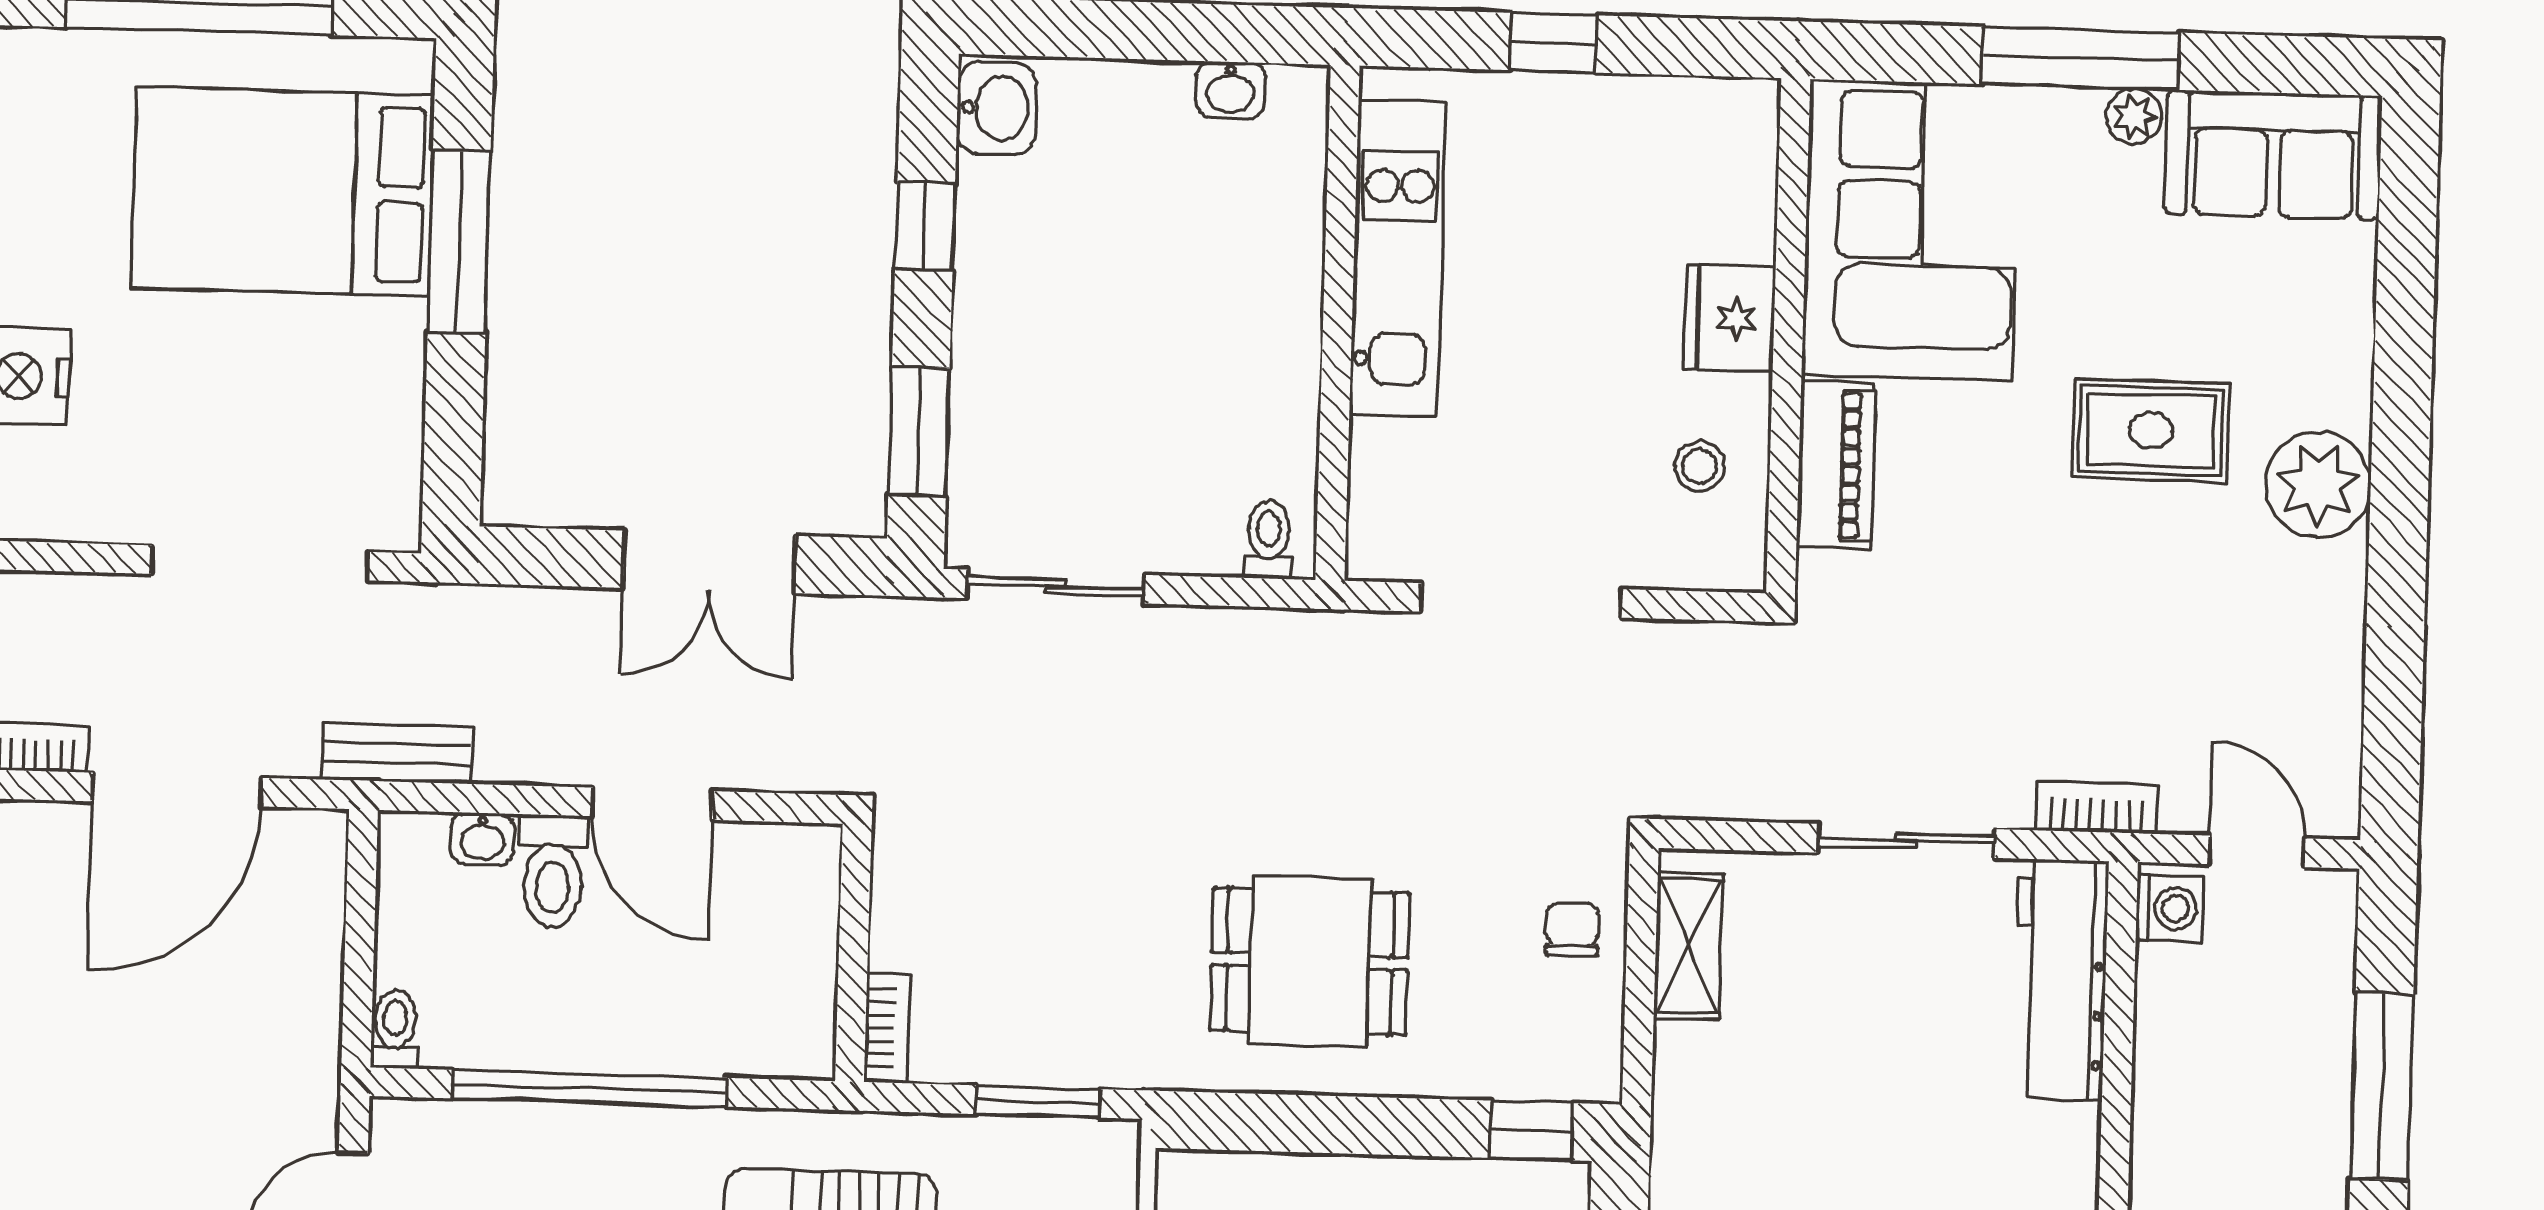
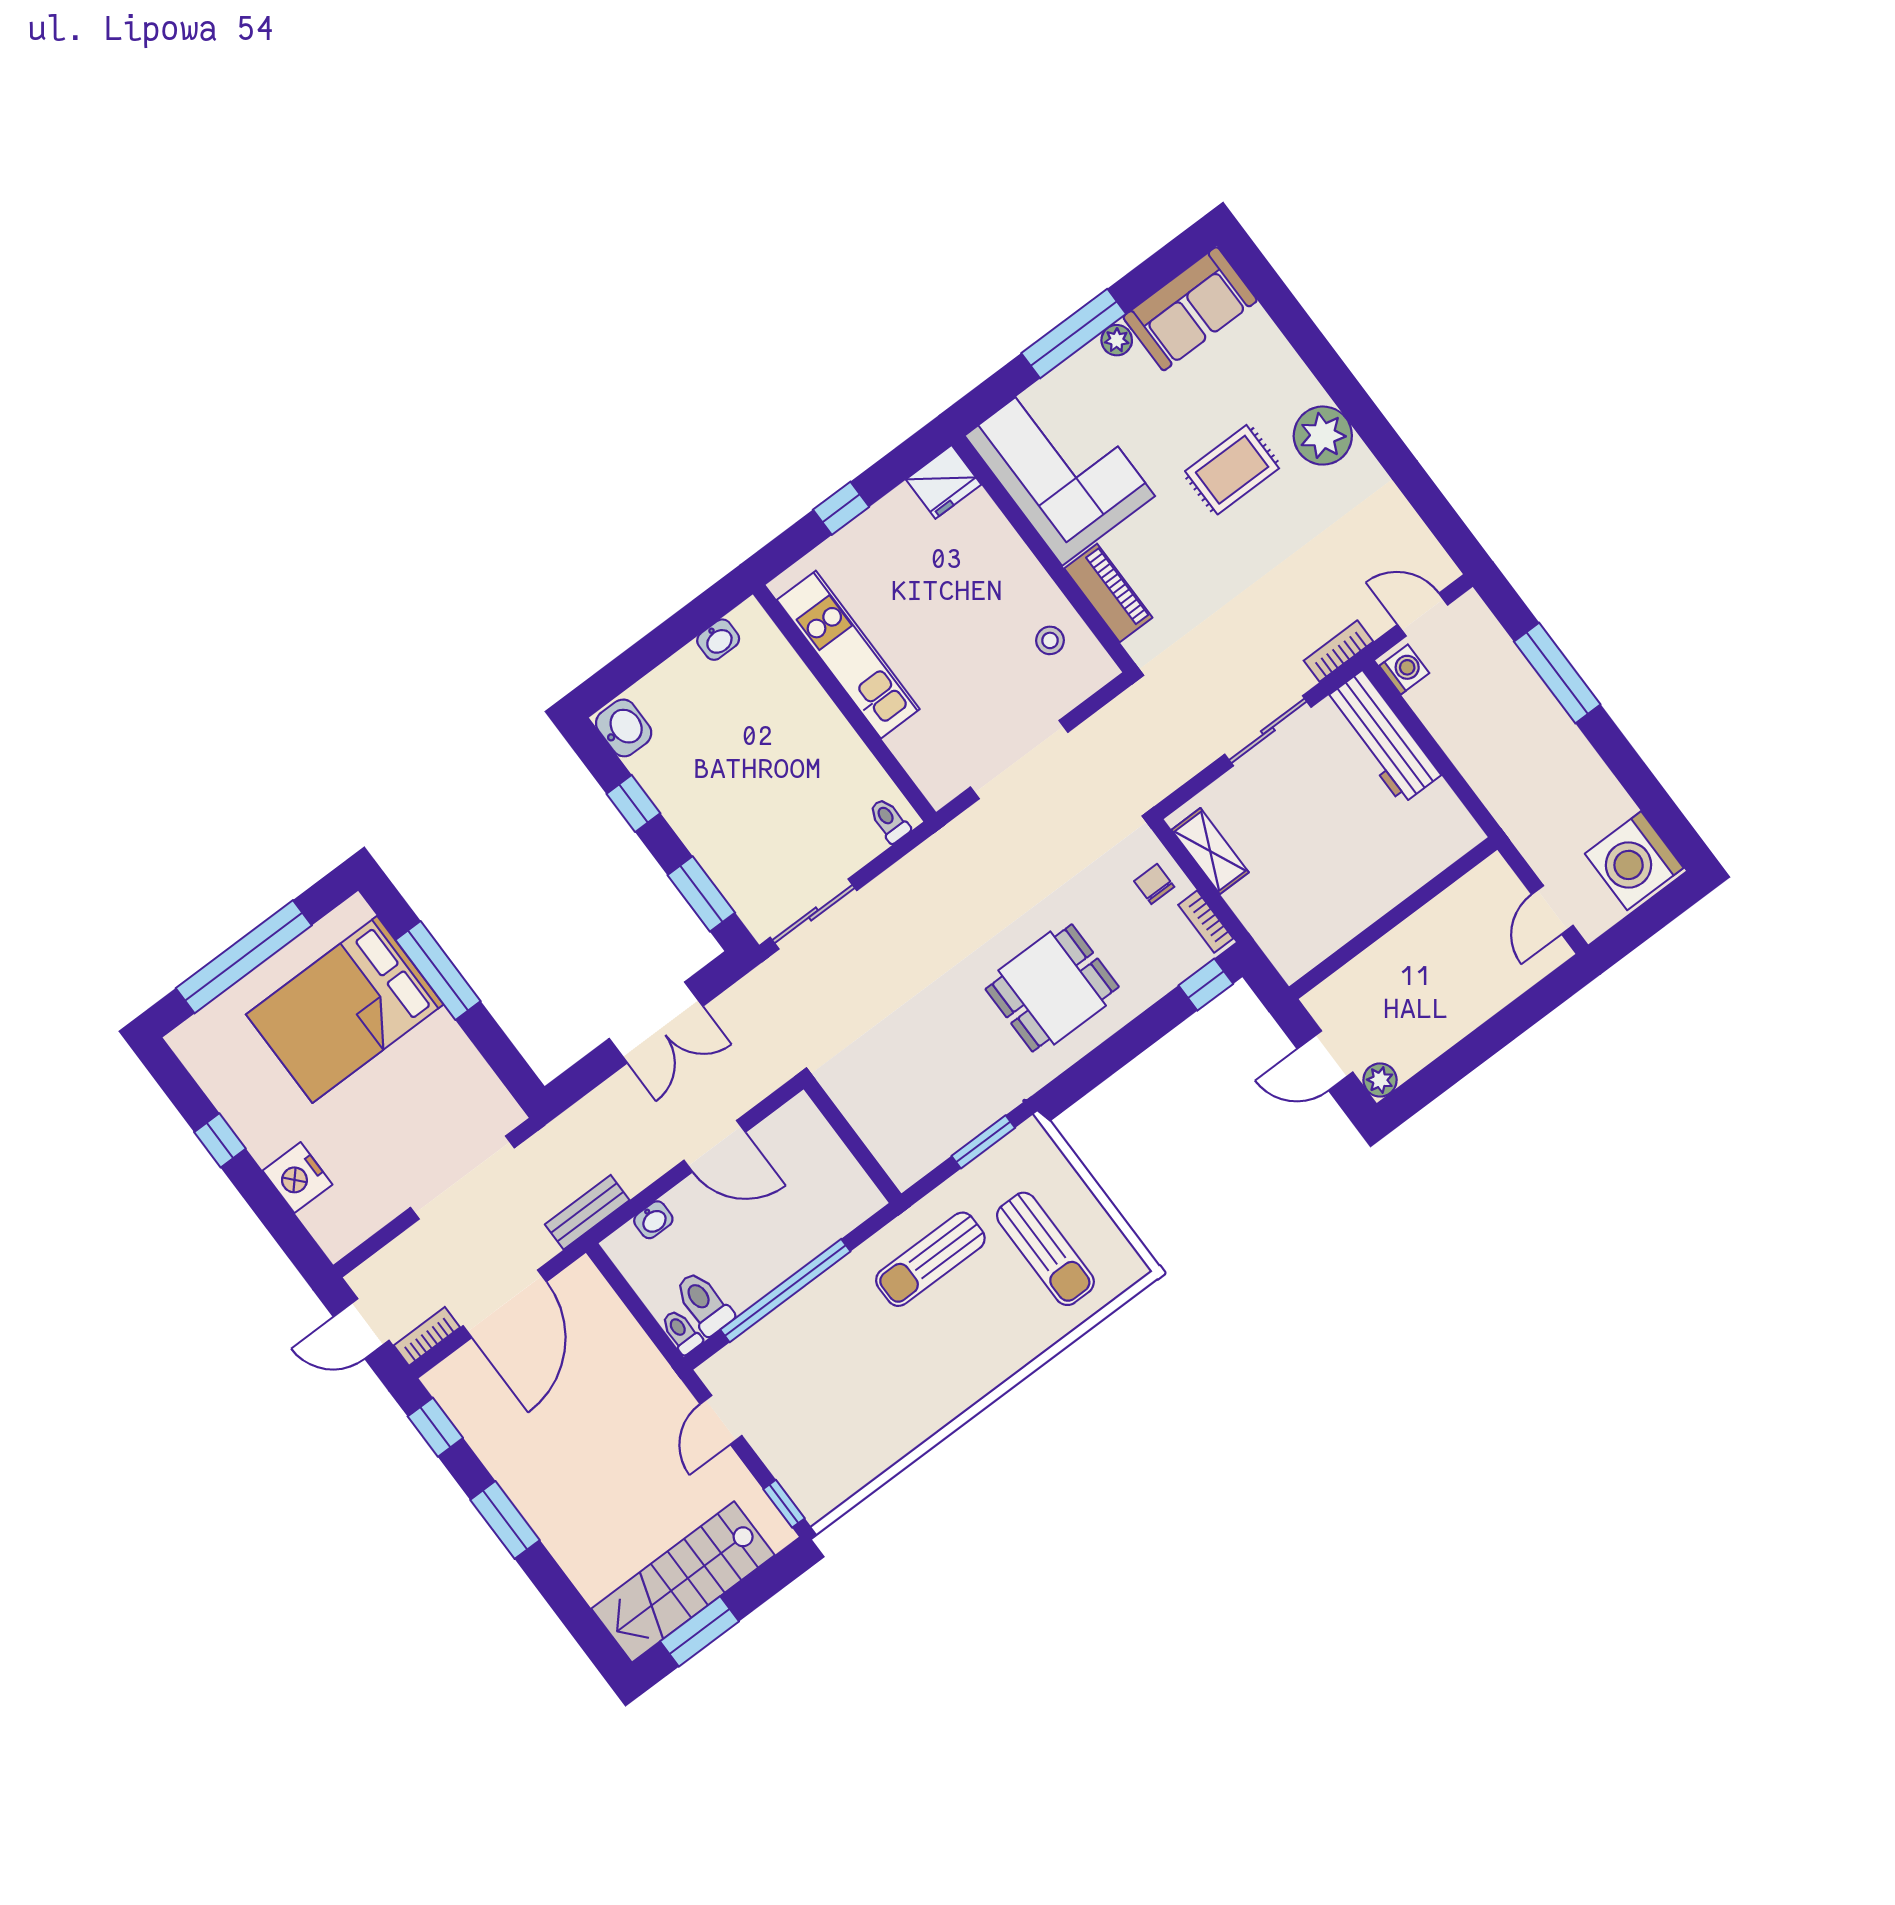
fridge: (1730, 318) -> (944, 482), moved, turned -90
toilet: (553, 871) -> (704, 1303), moved, turned 180
bookcase: (887, 1028) -> (1206, 922), moved, turned 180

